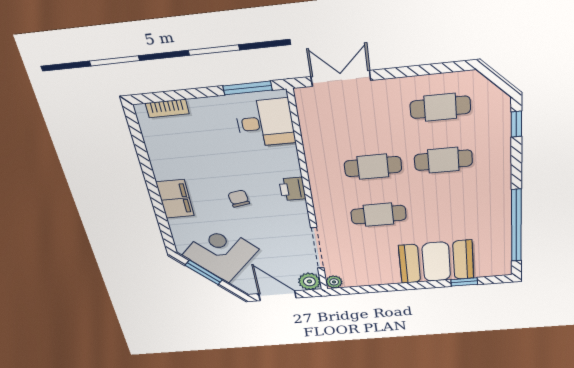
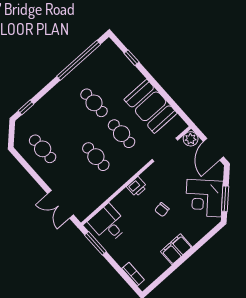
cafe table: (443, 160) -> (94, 103), moved
filing cabinet: (175, 199) -> (176, 249), moved
booth: (436, 262) -> (151, 106), moved
plant: (334, 282) -> (181, 126), removed

